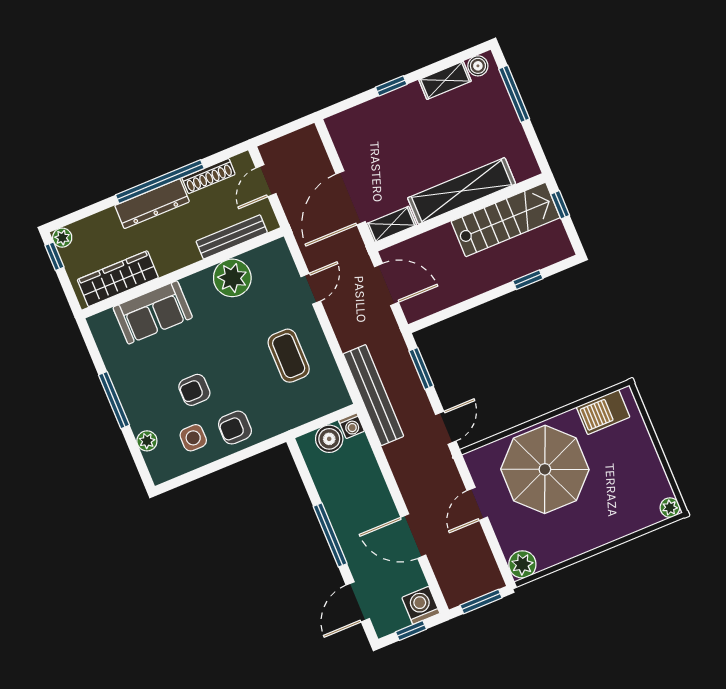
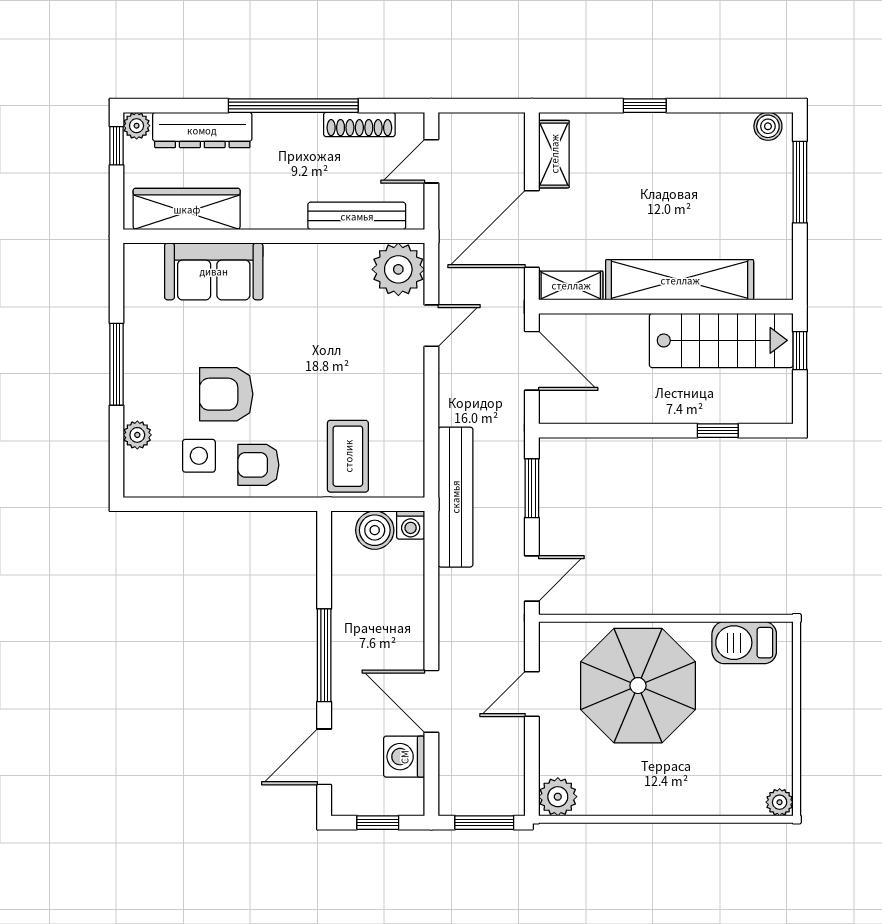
shelving: (445, 80) -> (554, 154), moved, turned 90
dresser: (152, 204) -> (202, 130), moved
plant: (232, 278) -> (398, 269), moved
coffee table: (289, 356) -> (348, 456), moved
armchair: (194, 390) -> (226, 394), width x1.38, depth x1.38
washing machine: (421, 605) -> (404, 757), moved, turned -90

